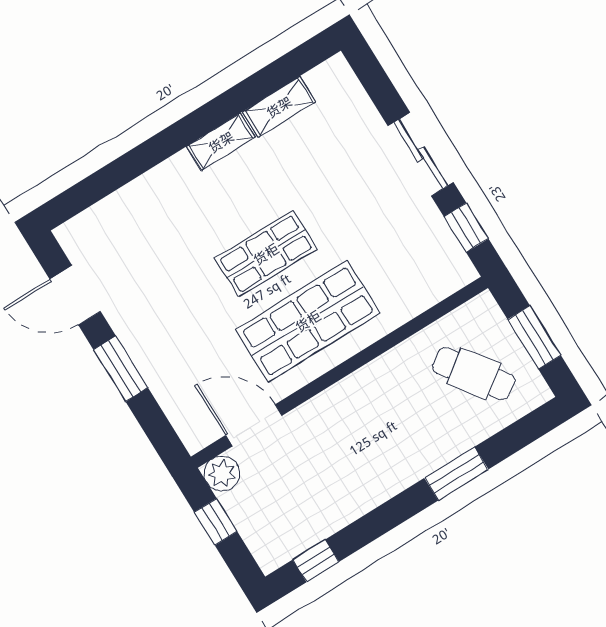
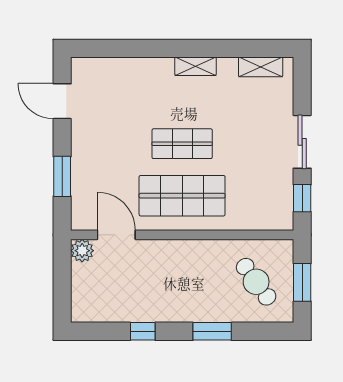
shelving: (279, 107) -> (261, 67), moved
window: (121, 369) -> (62, 176), moved
window: (216, 522) -> (62, 275), removed
window: (316, 561) -> (143, 331), moved

